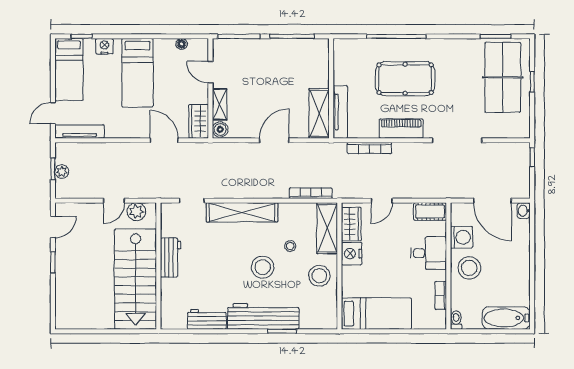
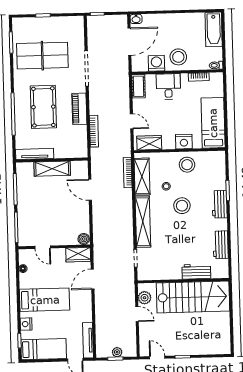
door: (210, 72) -> (43, 247), hinge flipped
table tennis table: (503, 77) -> (42, 56), moved
shelving: (220, 104) -> (66, 240), removed
tv unit: (340, 112) -> (35, 154), moved
shelving: (319, 113) -> (52, 169), moved
door: (274, 140) -> (90, 190), moved
shelving: (327, 228) -> (142, 177), moved, turned 90
nightstand: (352, 254) -> (184, 142), moved
workbench: (171, 258) -> (196, 272), moved
workbench: (263, 316) -> (220, 204), width x0.53, depth x0.76

